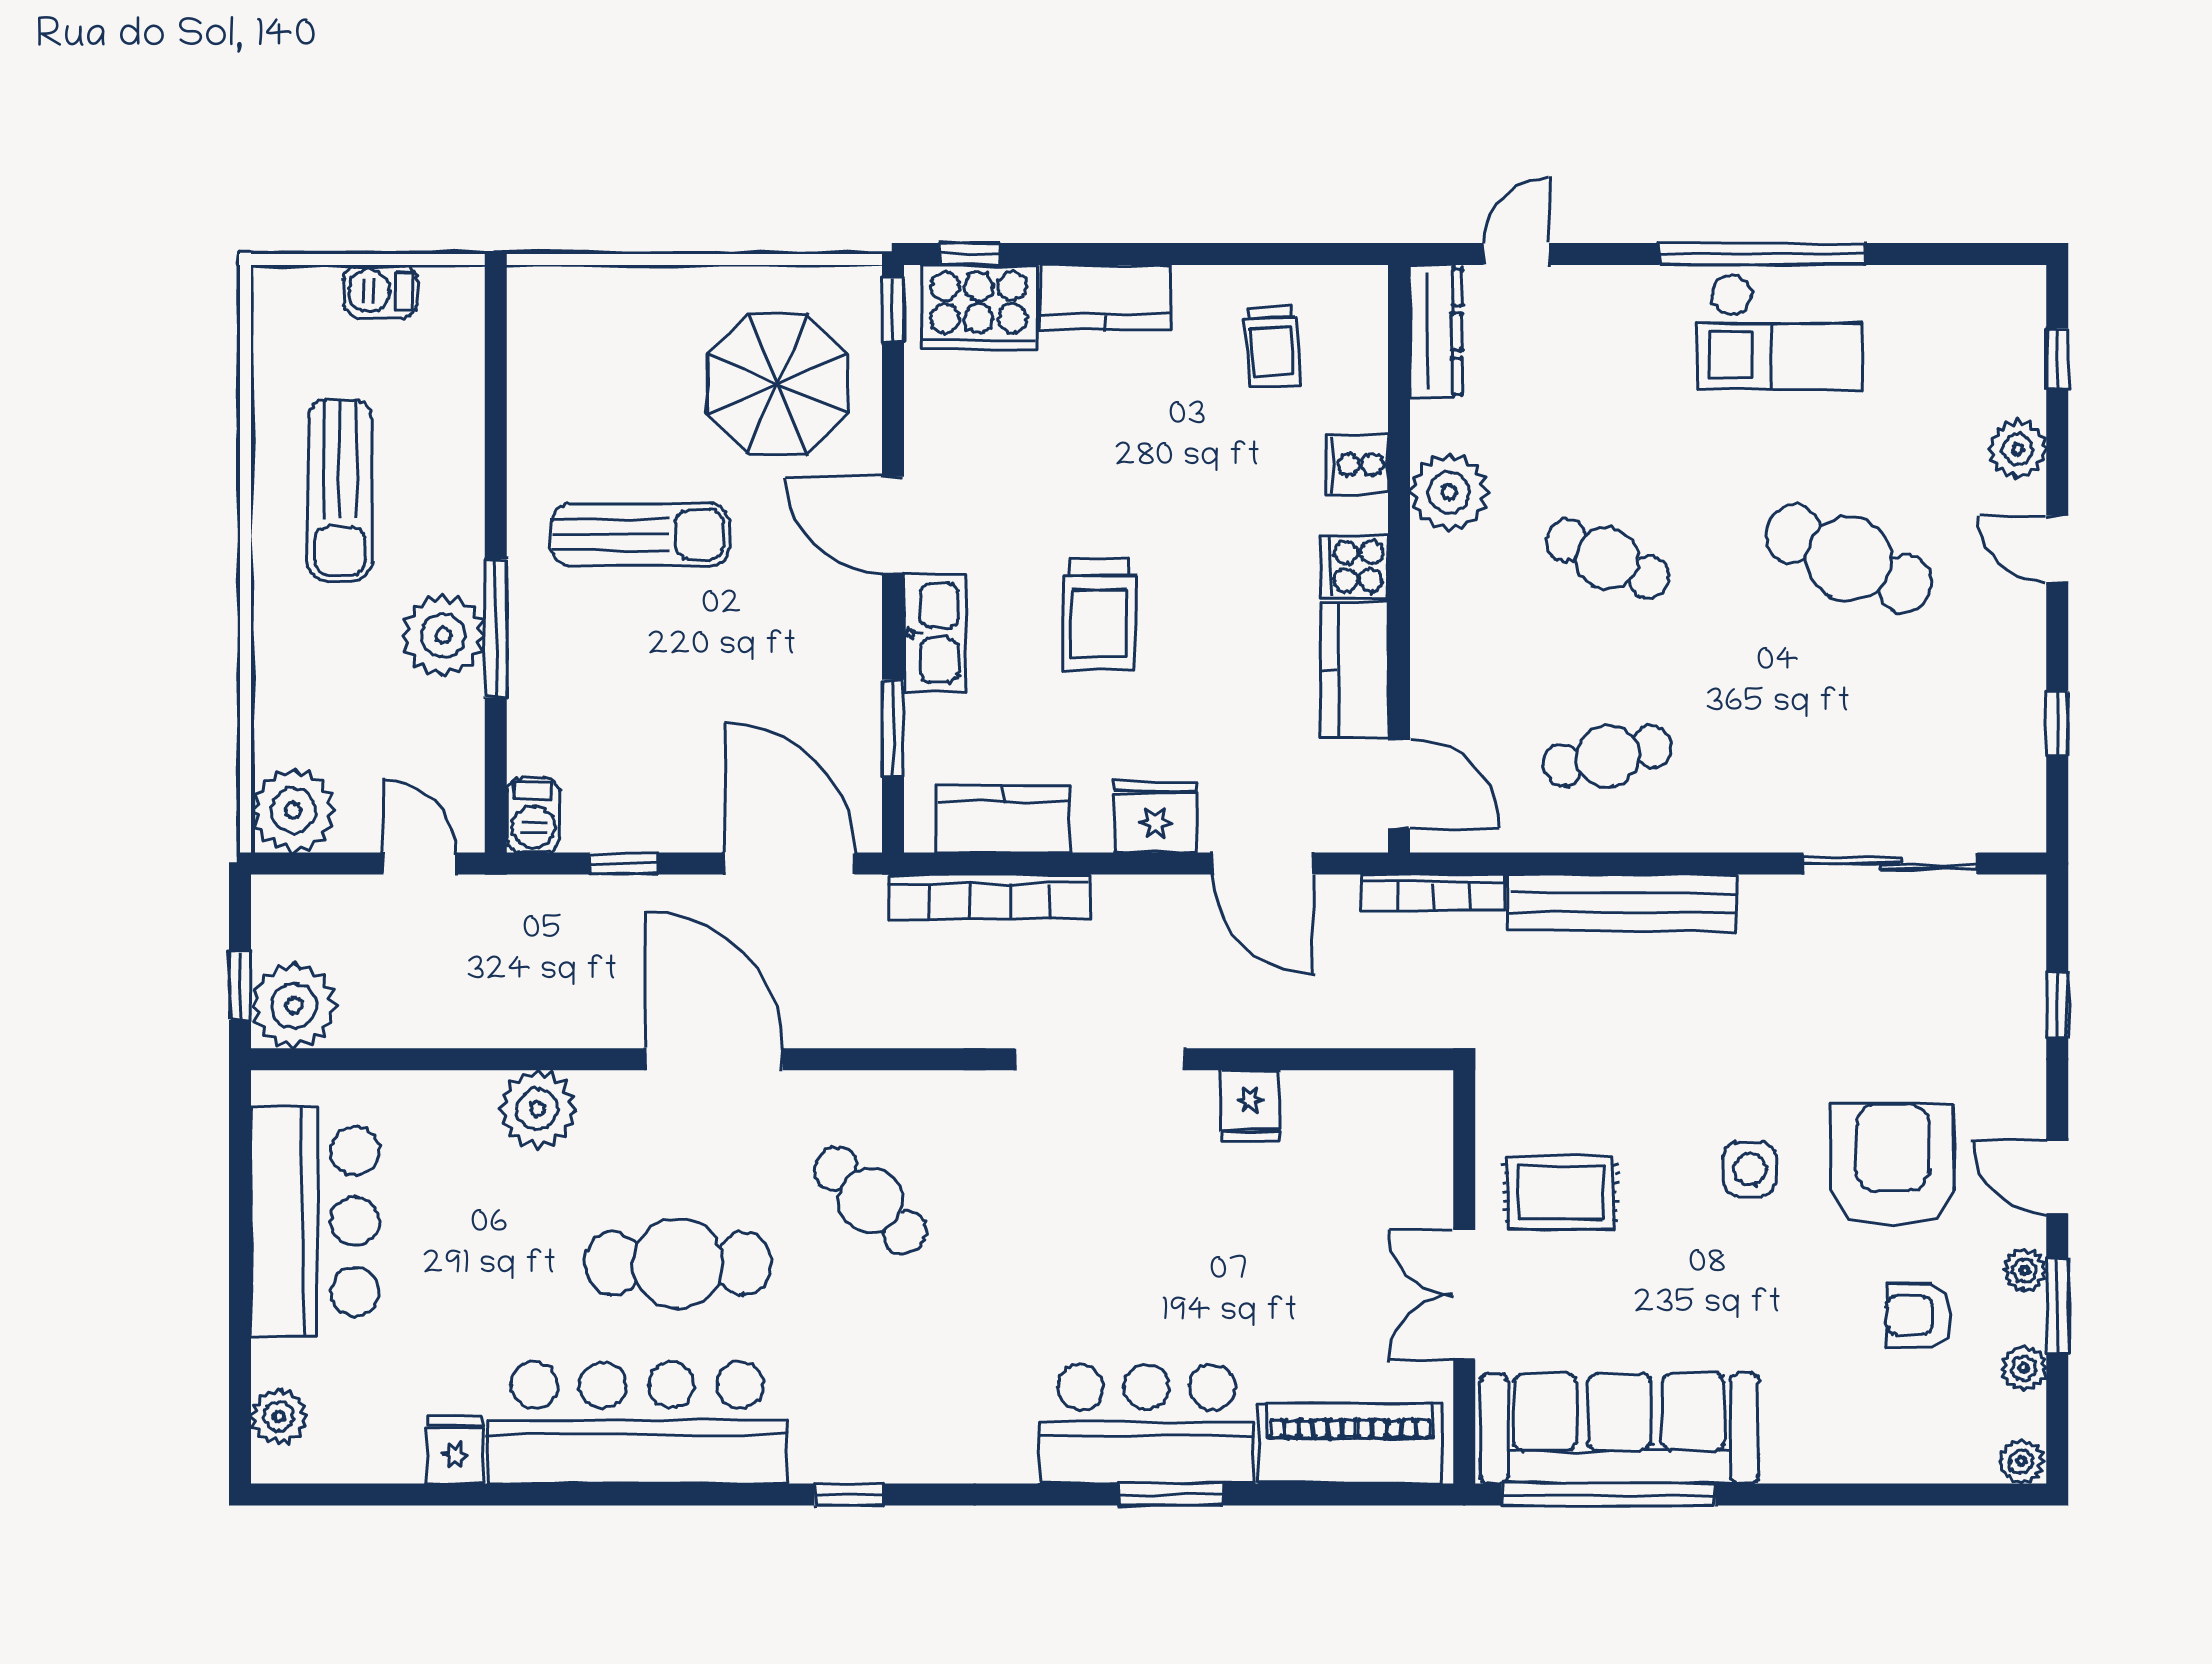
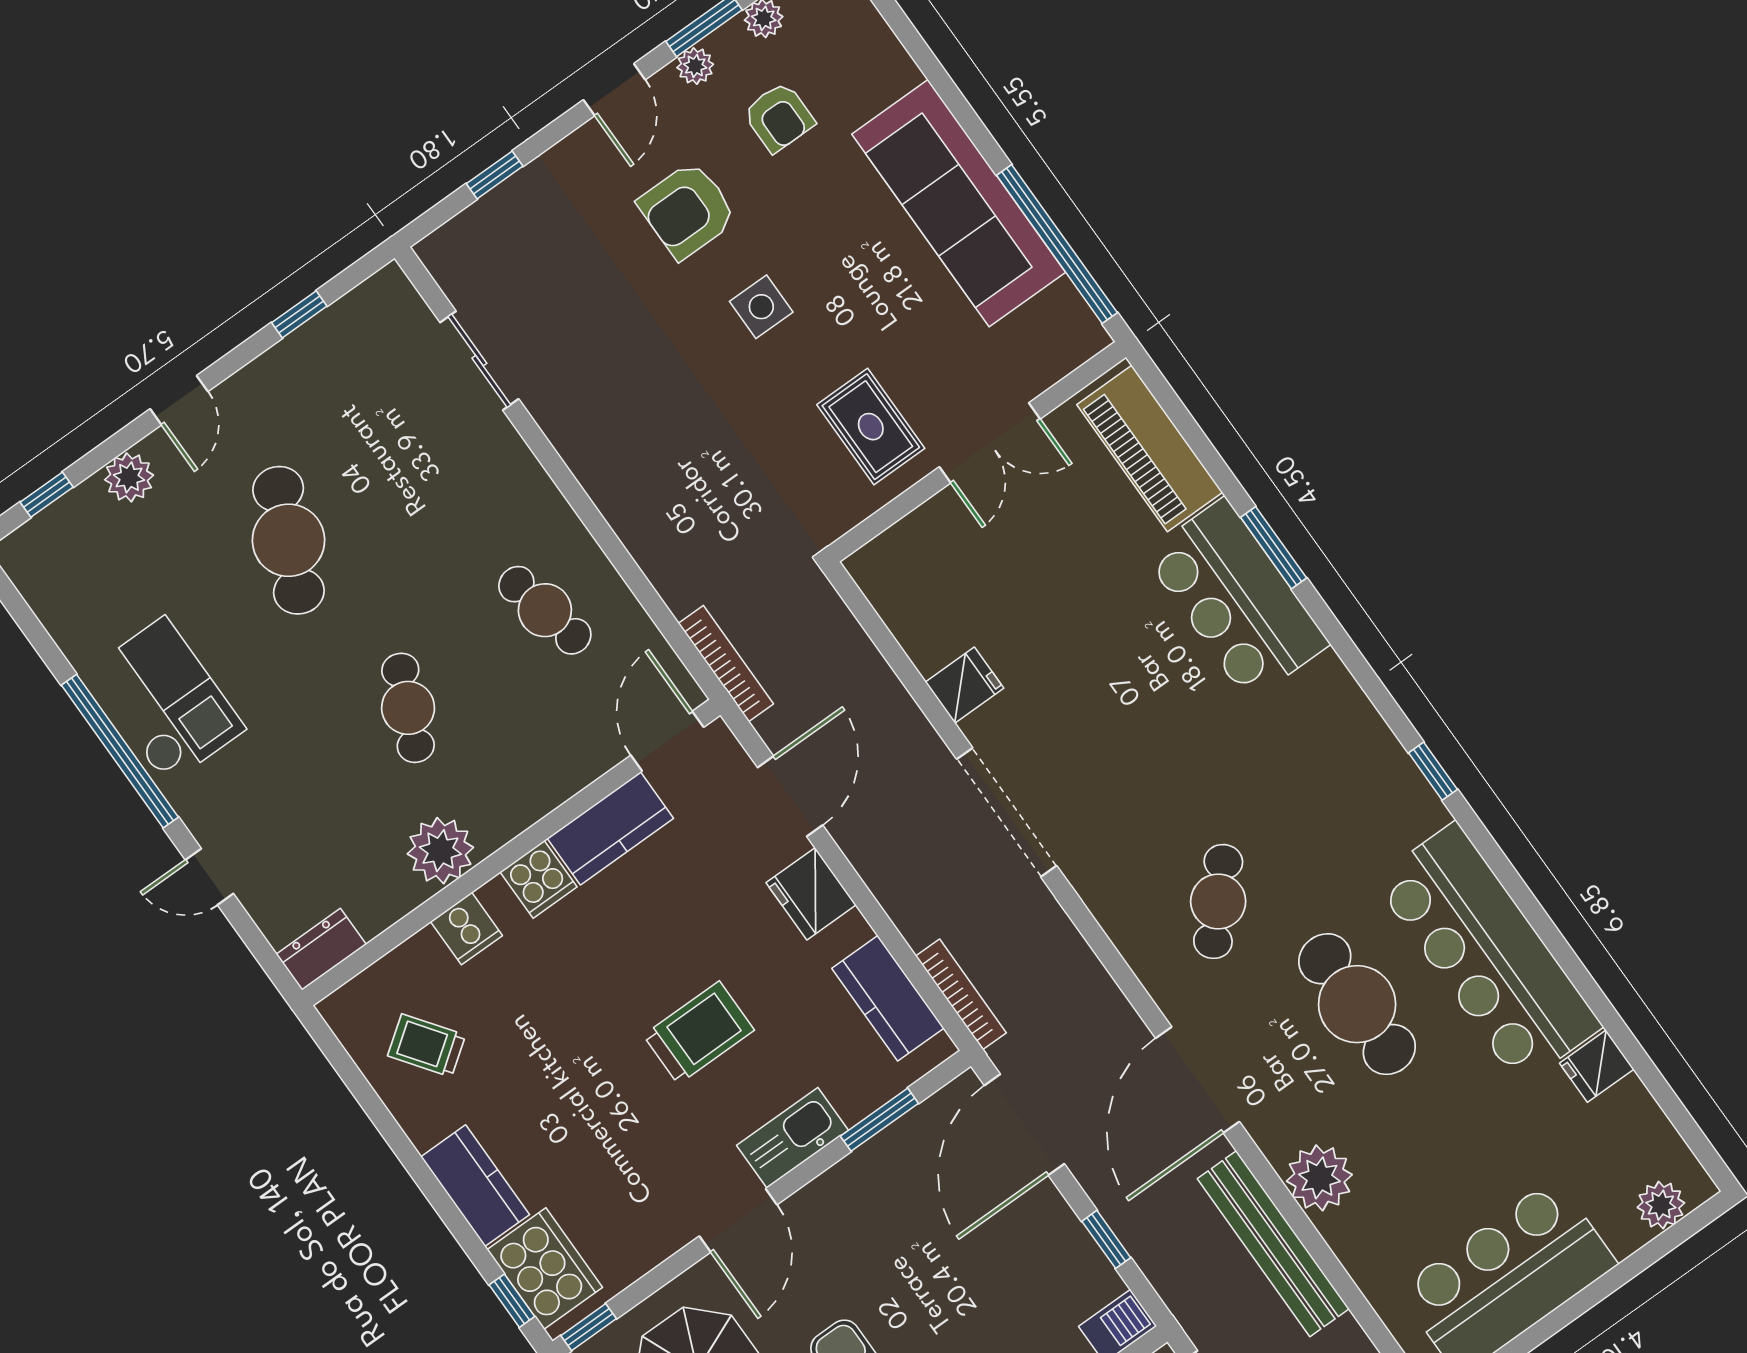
door: (1516, 254) -> (209, 877), moved
dresser: (1436, 332) -> (321, 949), width x0.70
trolley: (1272, 346) -> (427, 1045), turned -122
sliding door: (1890, 863) -> (479, 361), width x0.73
bookcase: (989, 897) -> (961, 994), width x0.68, depth x0.76
bench: (1622, 903) -> (1273, 1244), moved
armchair: (1892, 1165) -> (687, 210), width x0.73, depth x0.73
sofa: (1619, 1428) -> (959, 203), moved

